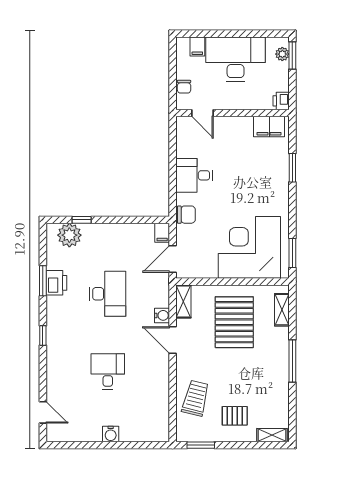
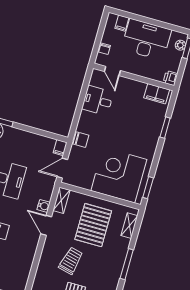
desk: (194, 175) -> (98, 101), moved
trolley: (195, 398) -> (71, 261), moved

